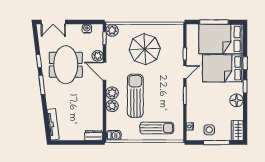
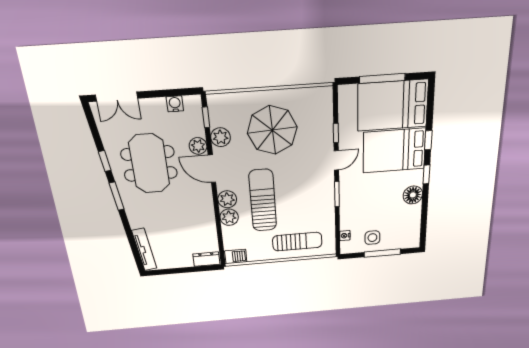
plant: (112, 30) -> (221, 137), moved
wardrobe: (237, 130) -> (412, 235), removed

